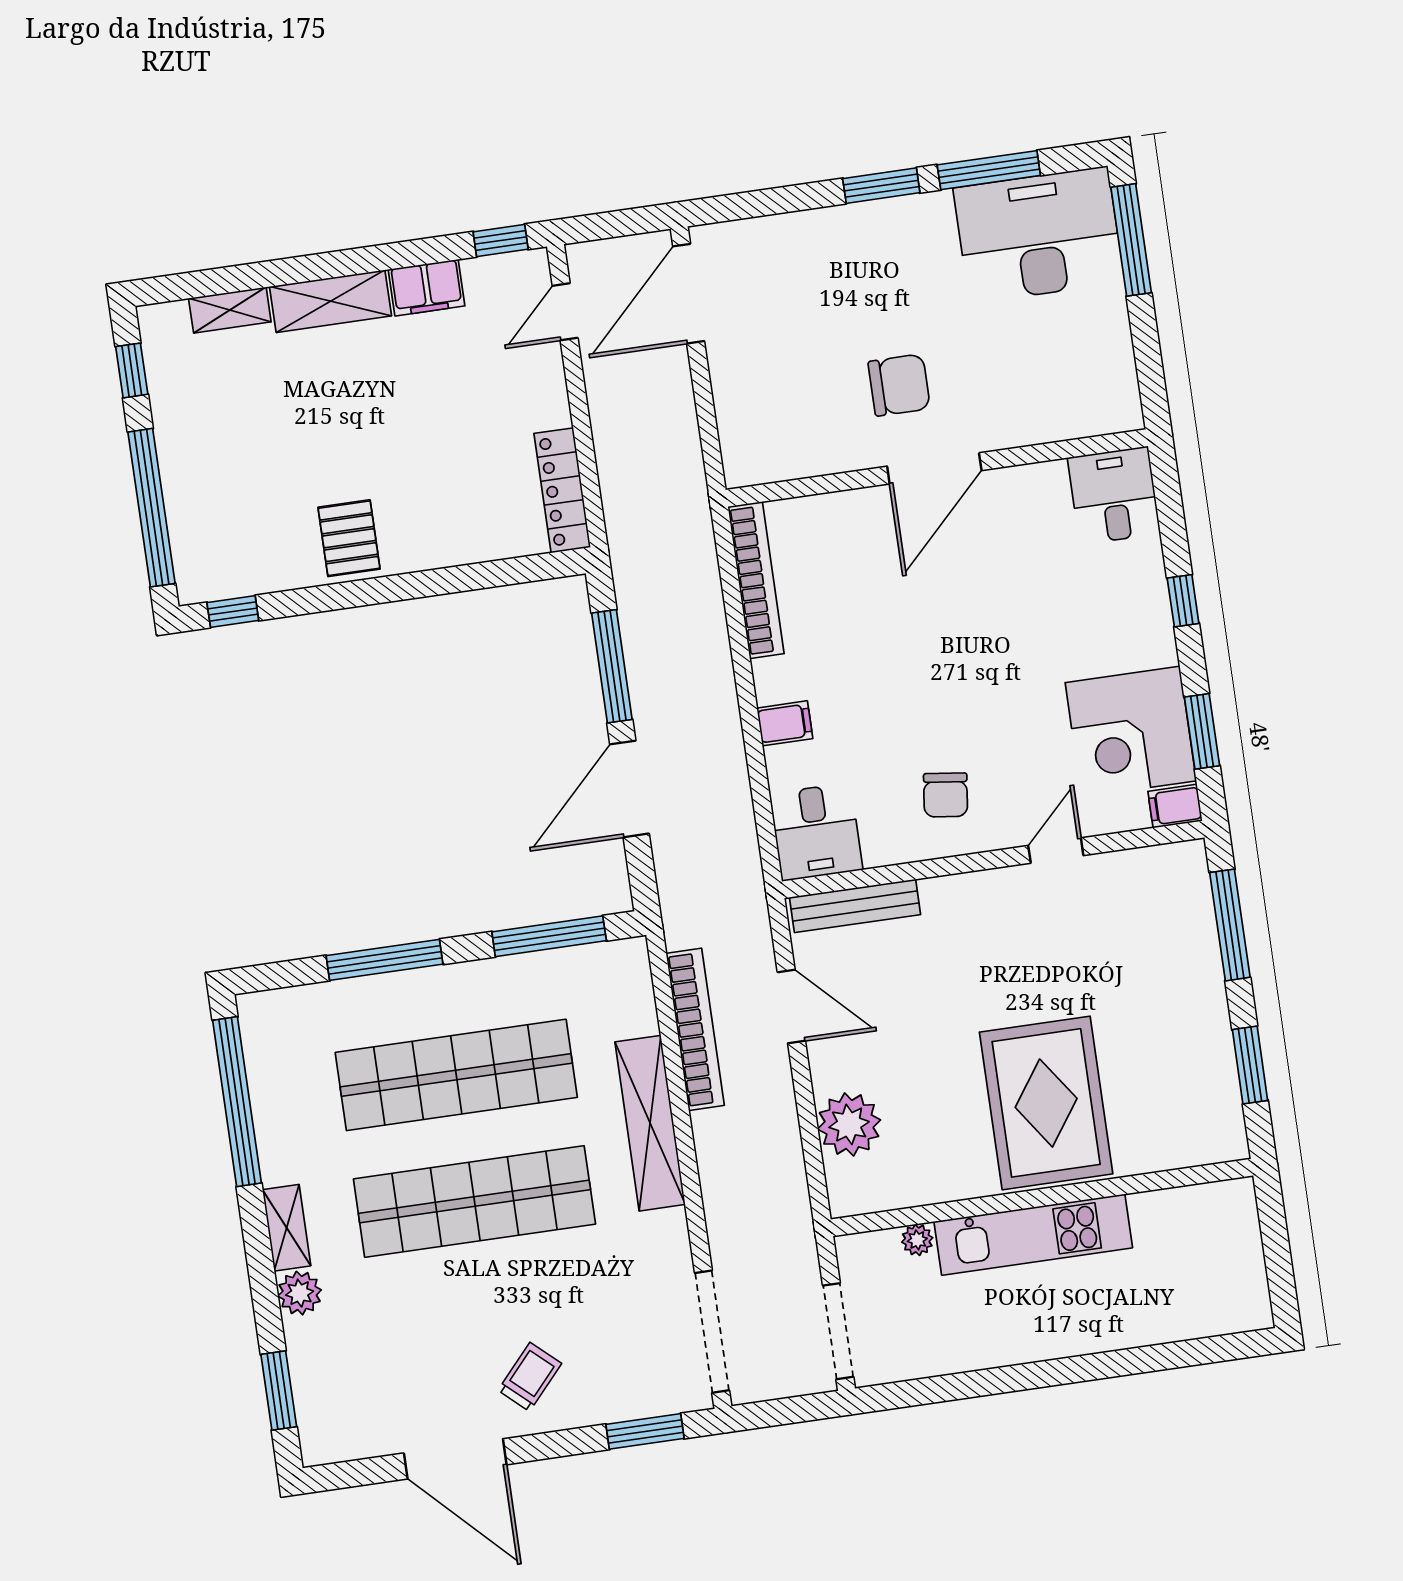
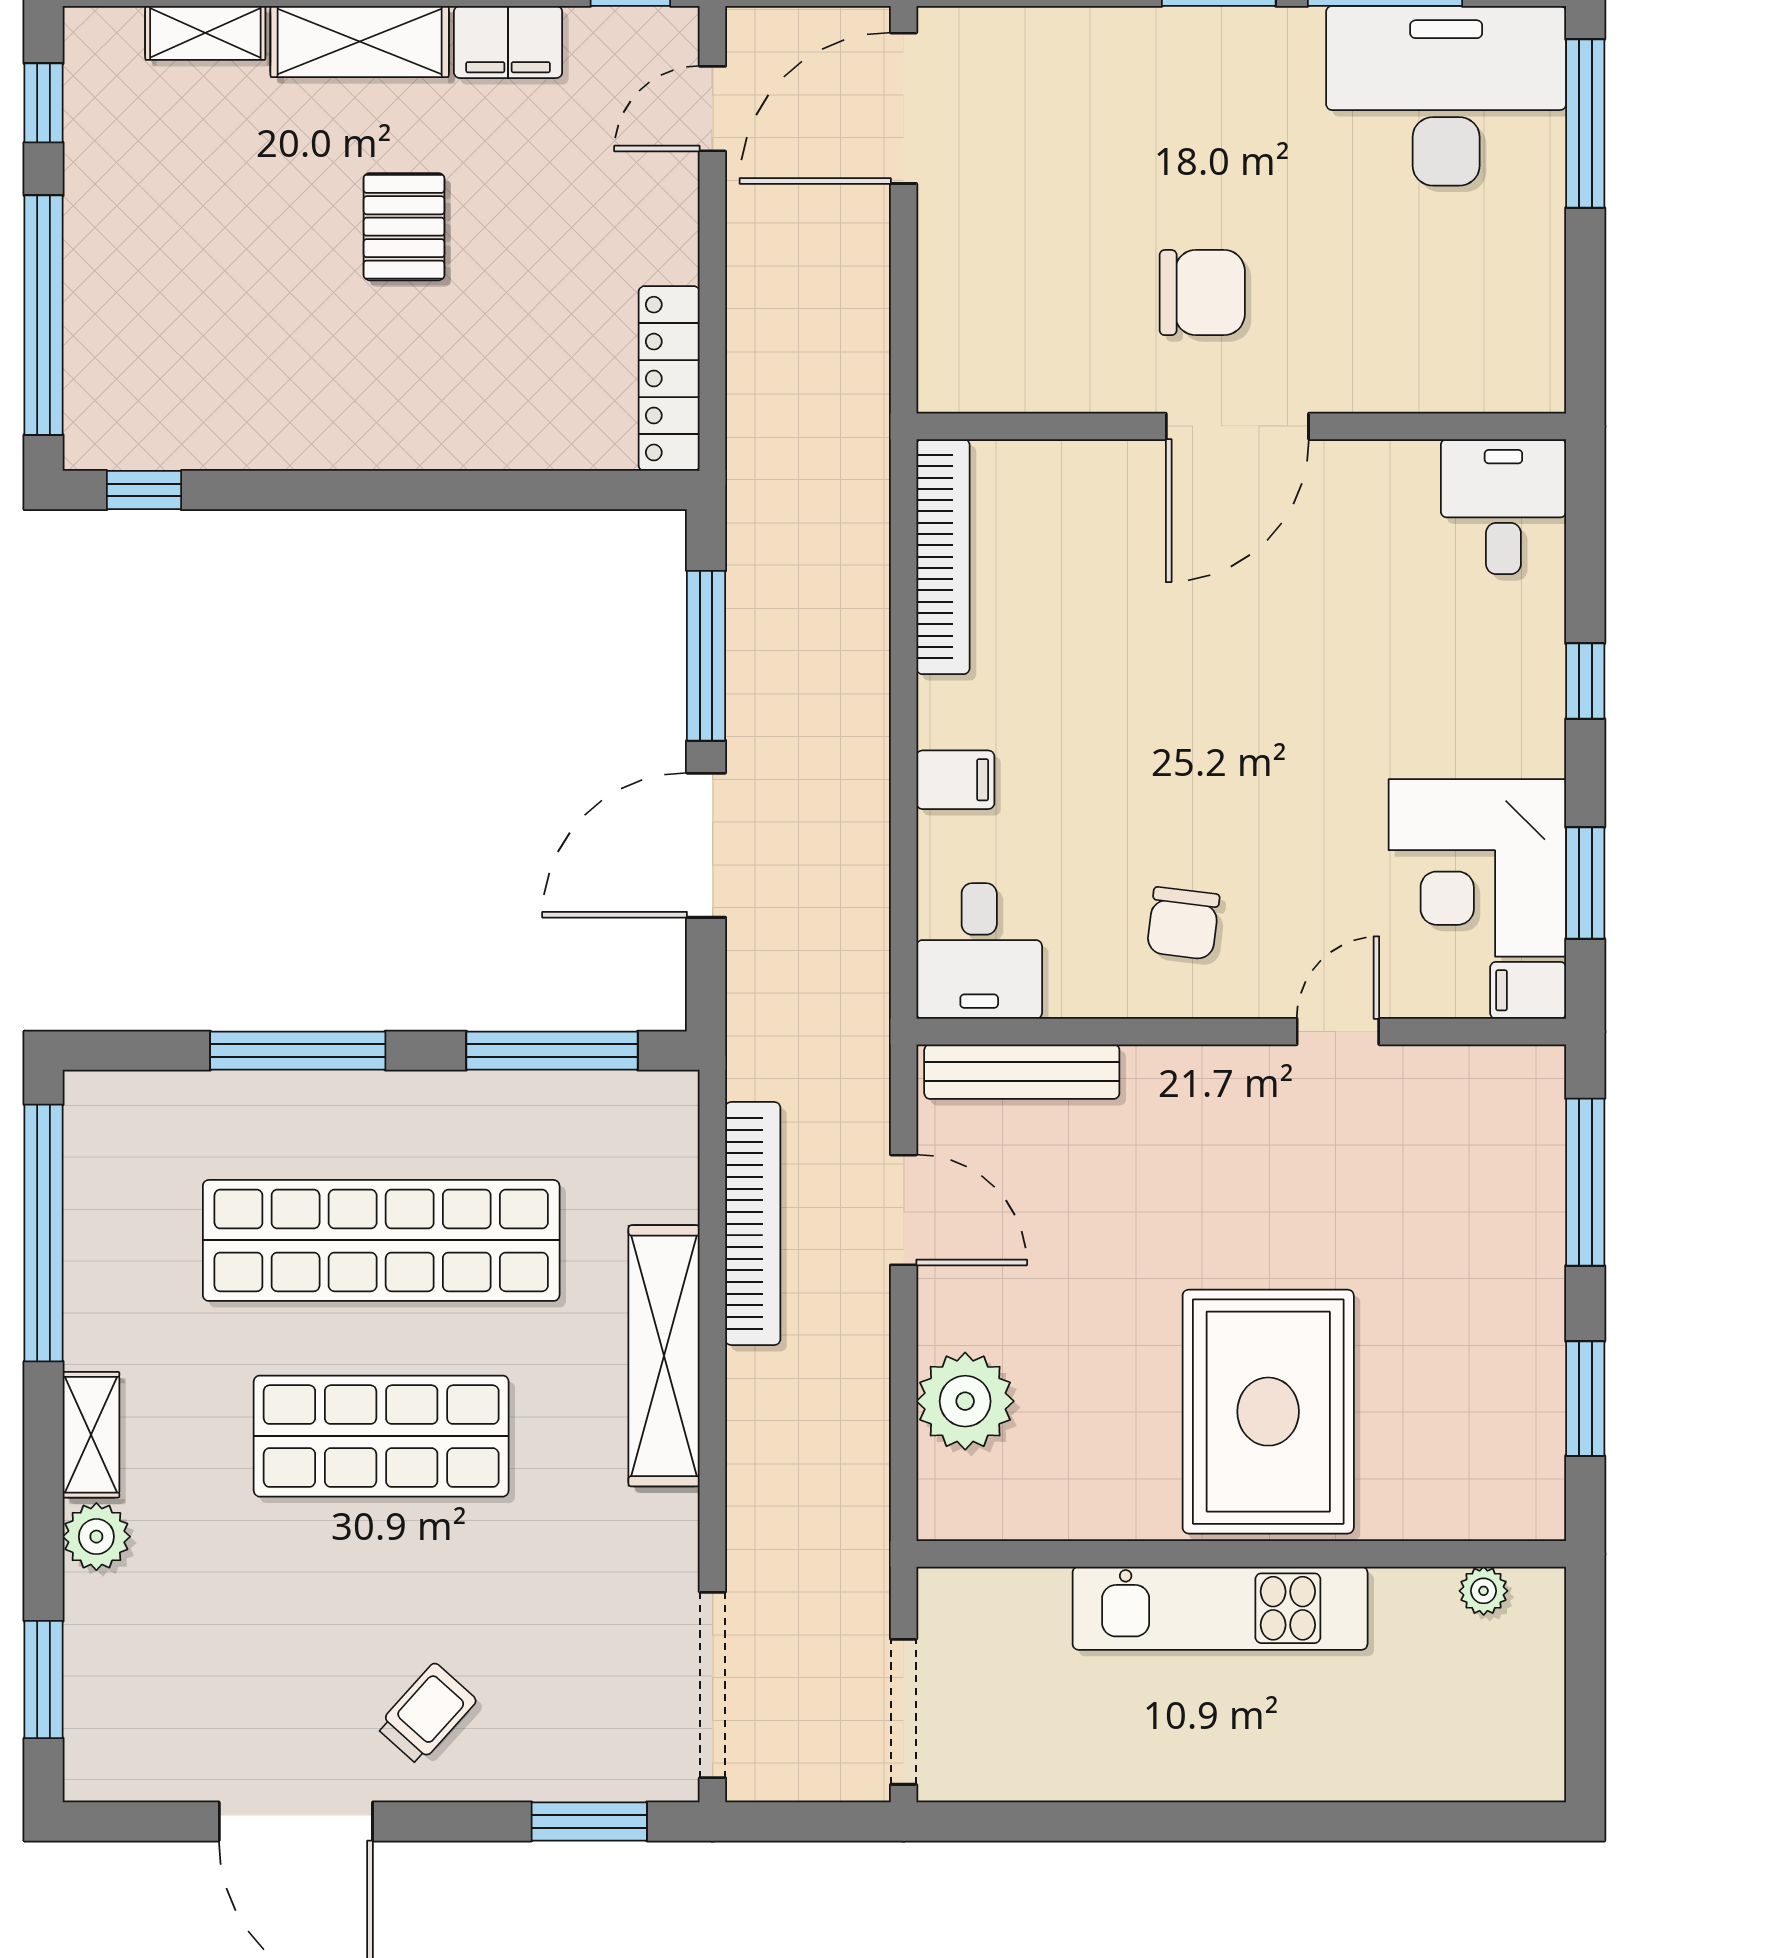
pallet: (349, 538) -> (404, 227), moved
shop shelf: (474, 1202) -> (381, 1436), width x0.71
plant: (917, 1240) -> (1484, 1591), moved

